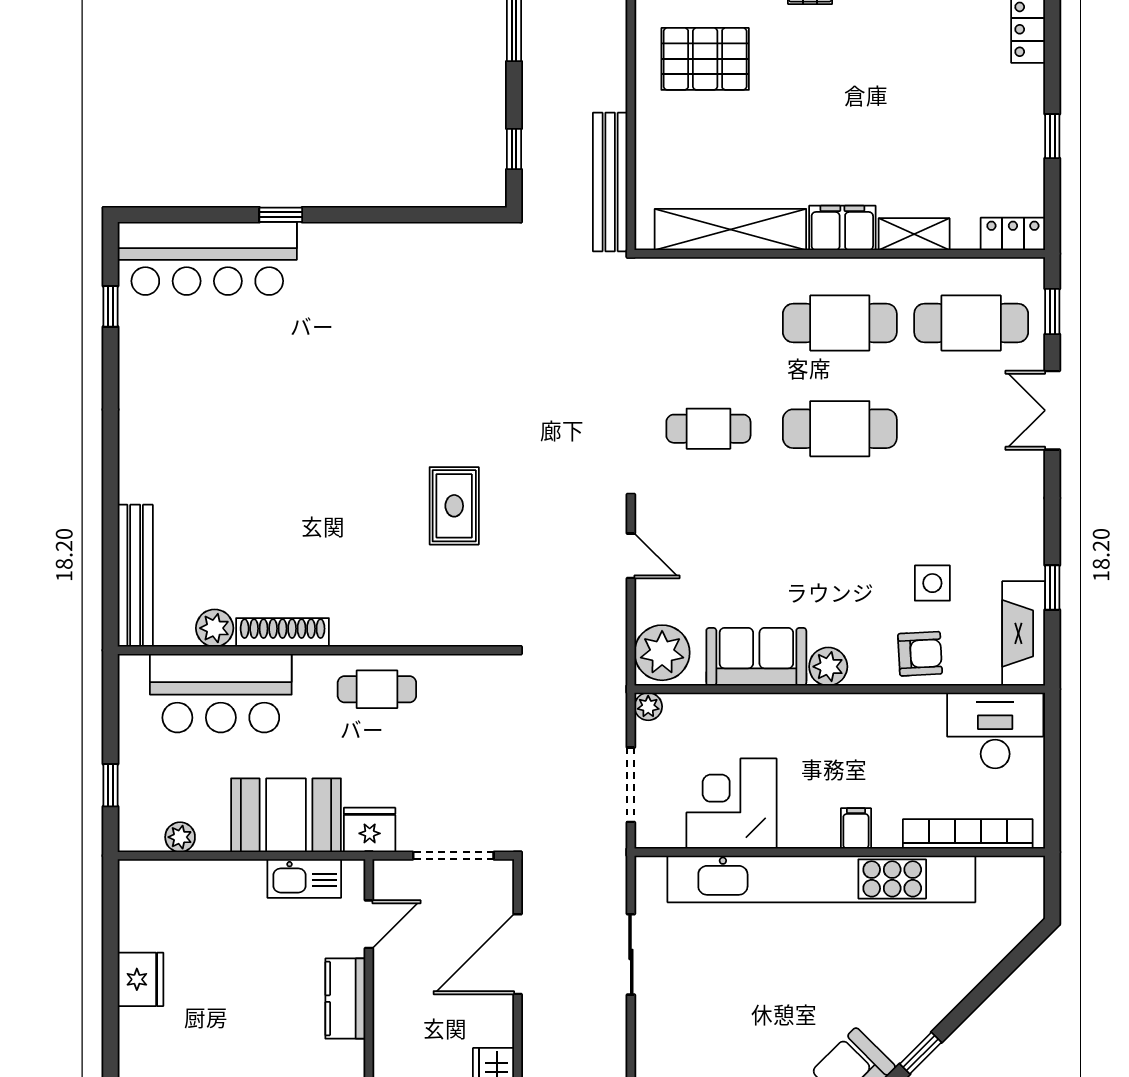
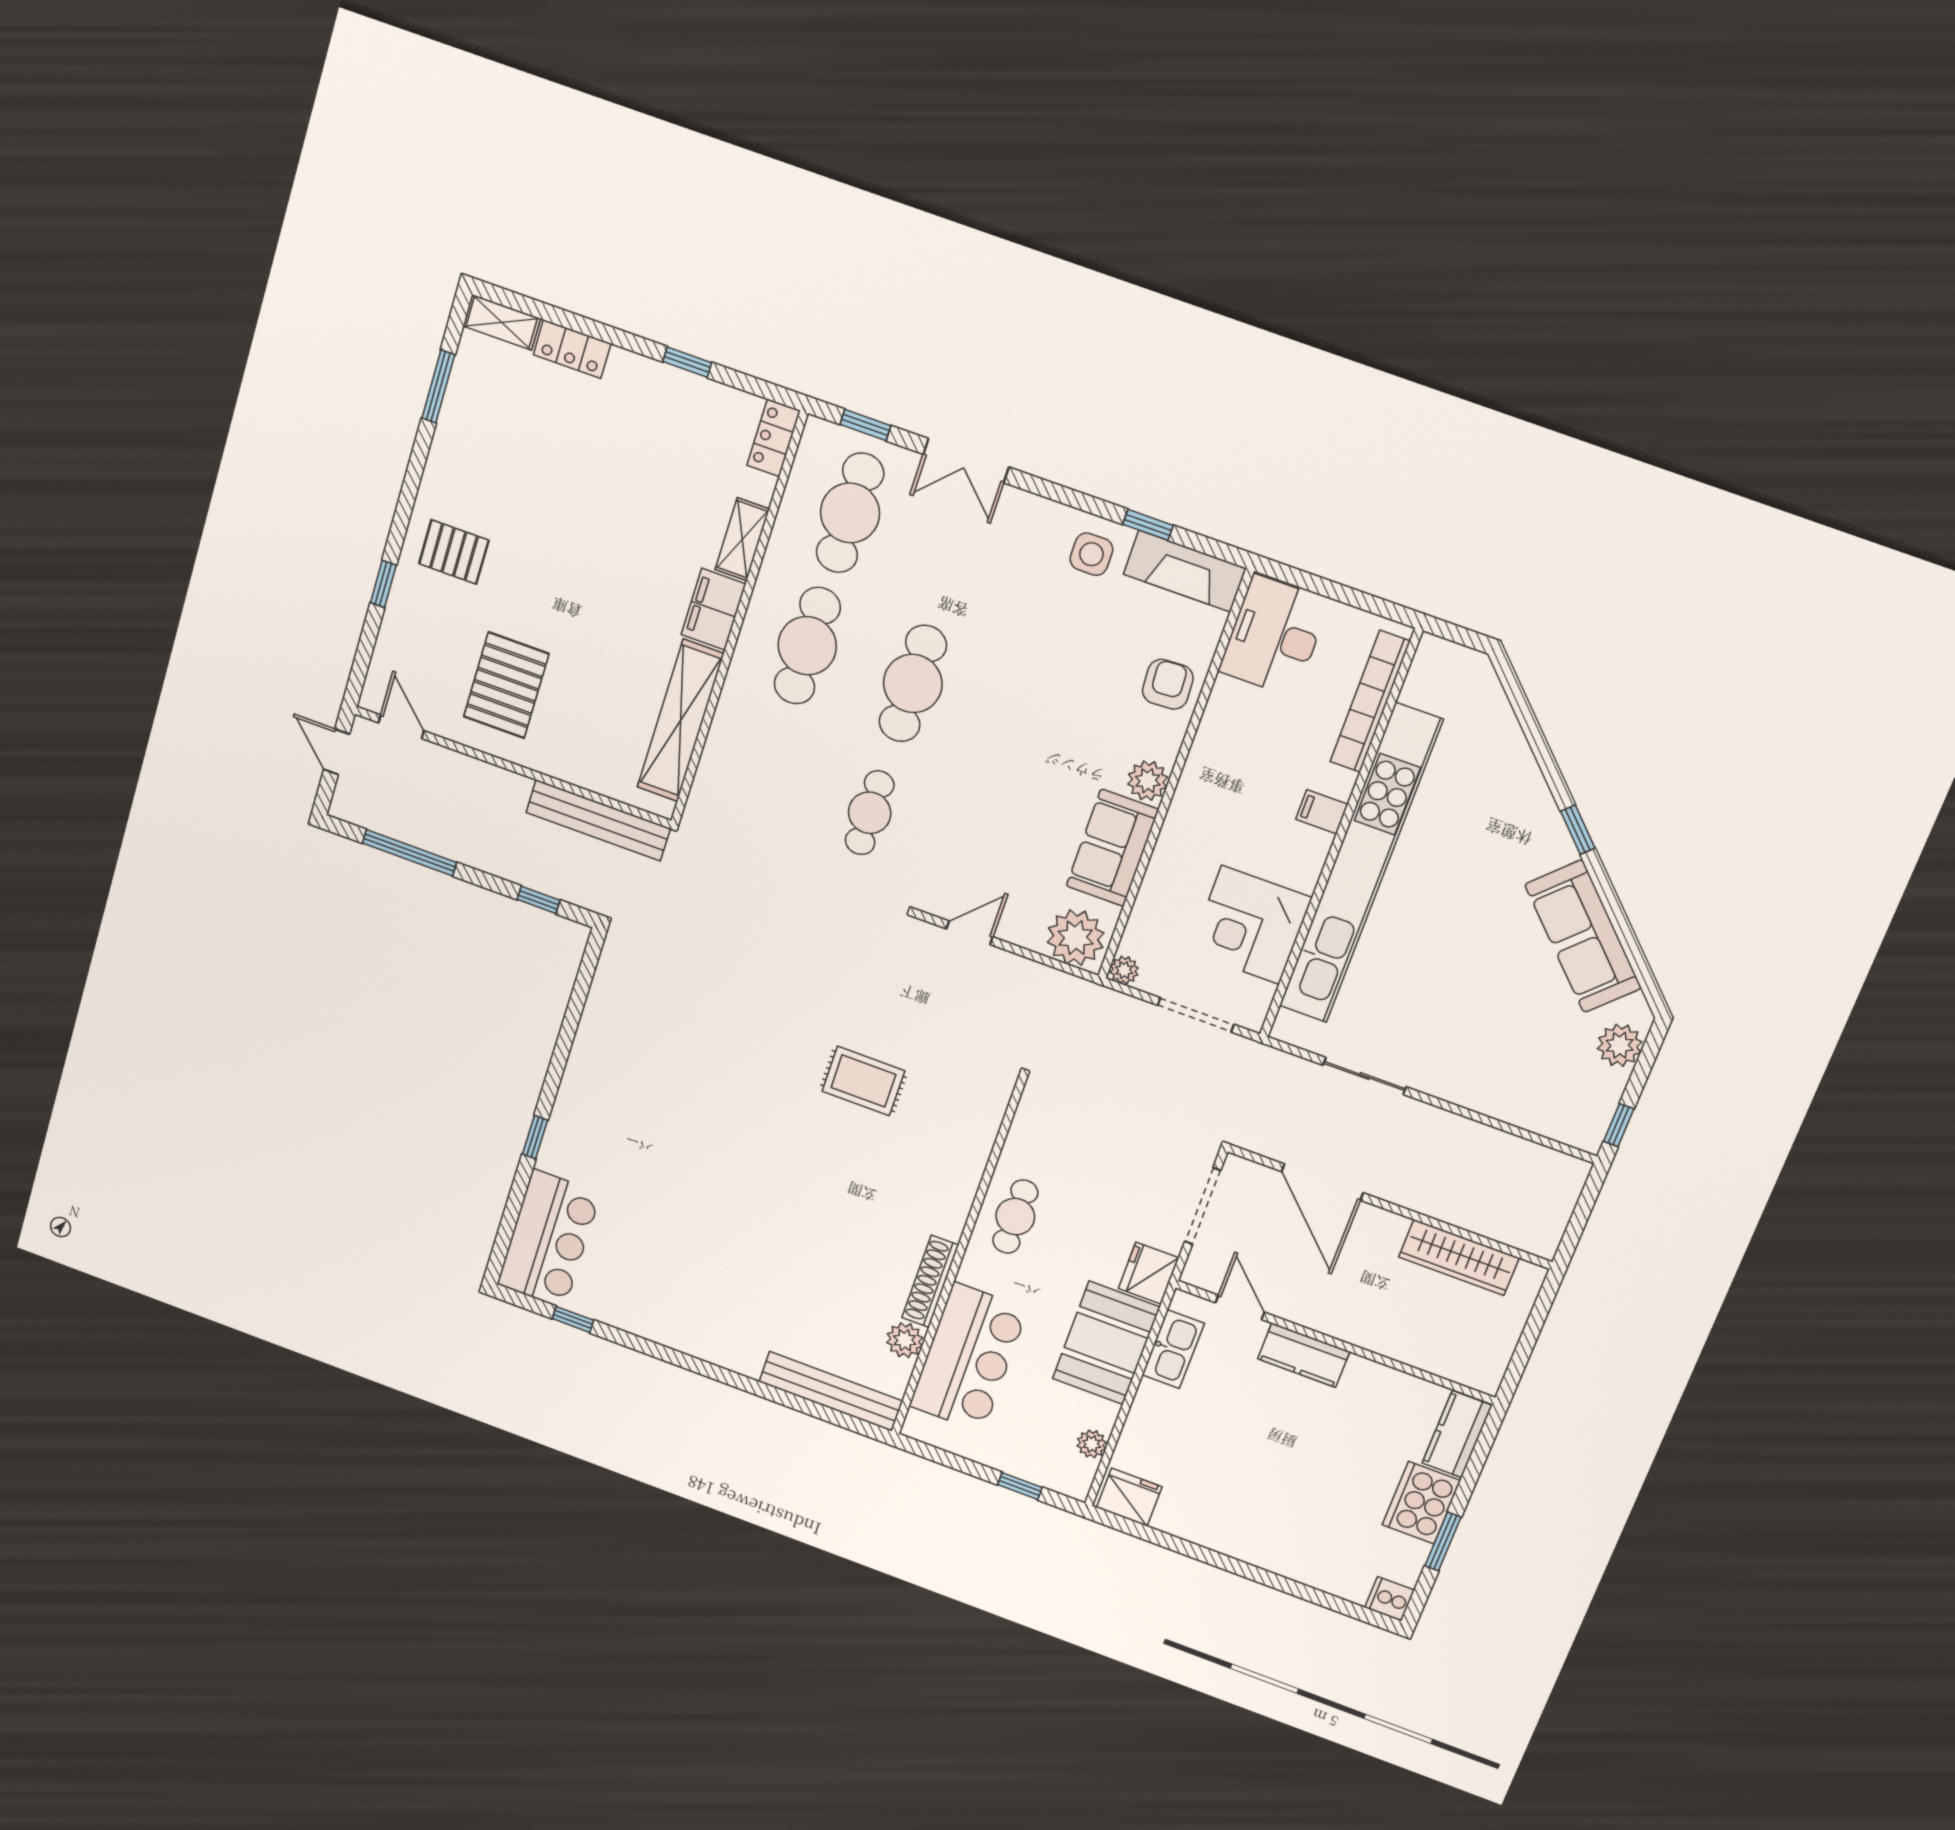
bar counter: (207, 258) -> (549, 1239), width x0.73
side table: (932, 583) -> (1091, 554), moved
fridge: (141, 979) -> (1129, 1497), moved

